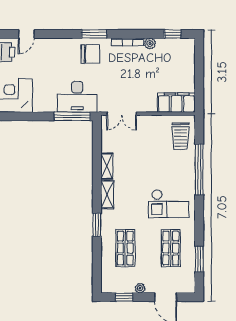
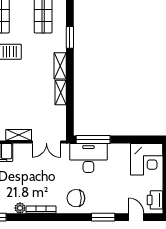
door: (26, 34) -> (136, 217), hinge flipped
window: (94, 34) -> (103, 217), moved
double door: (122, 114) -> (46, 142), swing flipped
shelving: (151, 121) -> (19, 135), added

